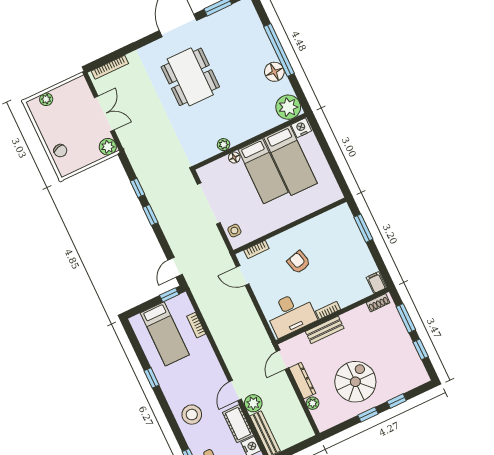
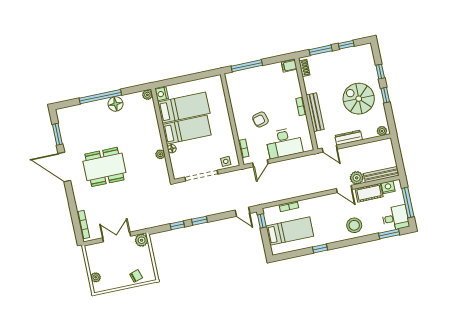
plant: (288, 107) -> (147, 95), width x0.53, depth x0.53
window: (363, 228) -> (247, 66), width x1.44
desk: (291, 314) -> (284, 143), moved, turned 90
bench: (325, 330) -> (315, 112), width x1.36
plant: (313, 403) -> (382, 131), moved

